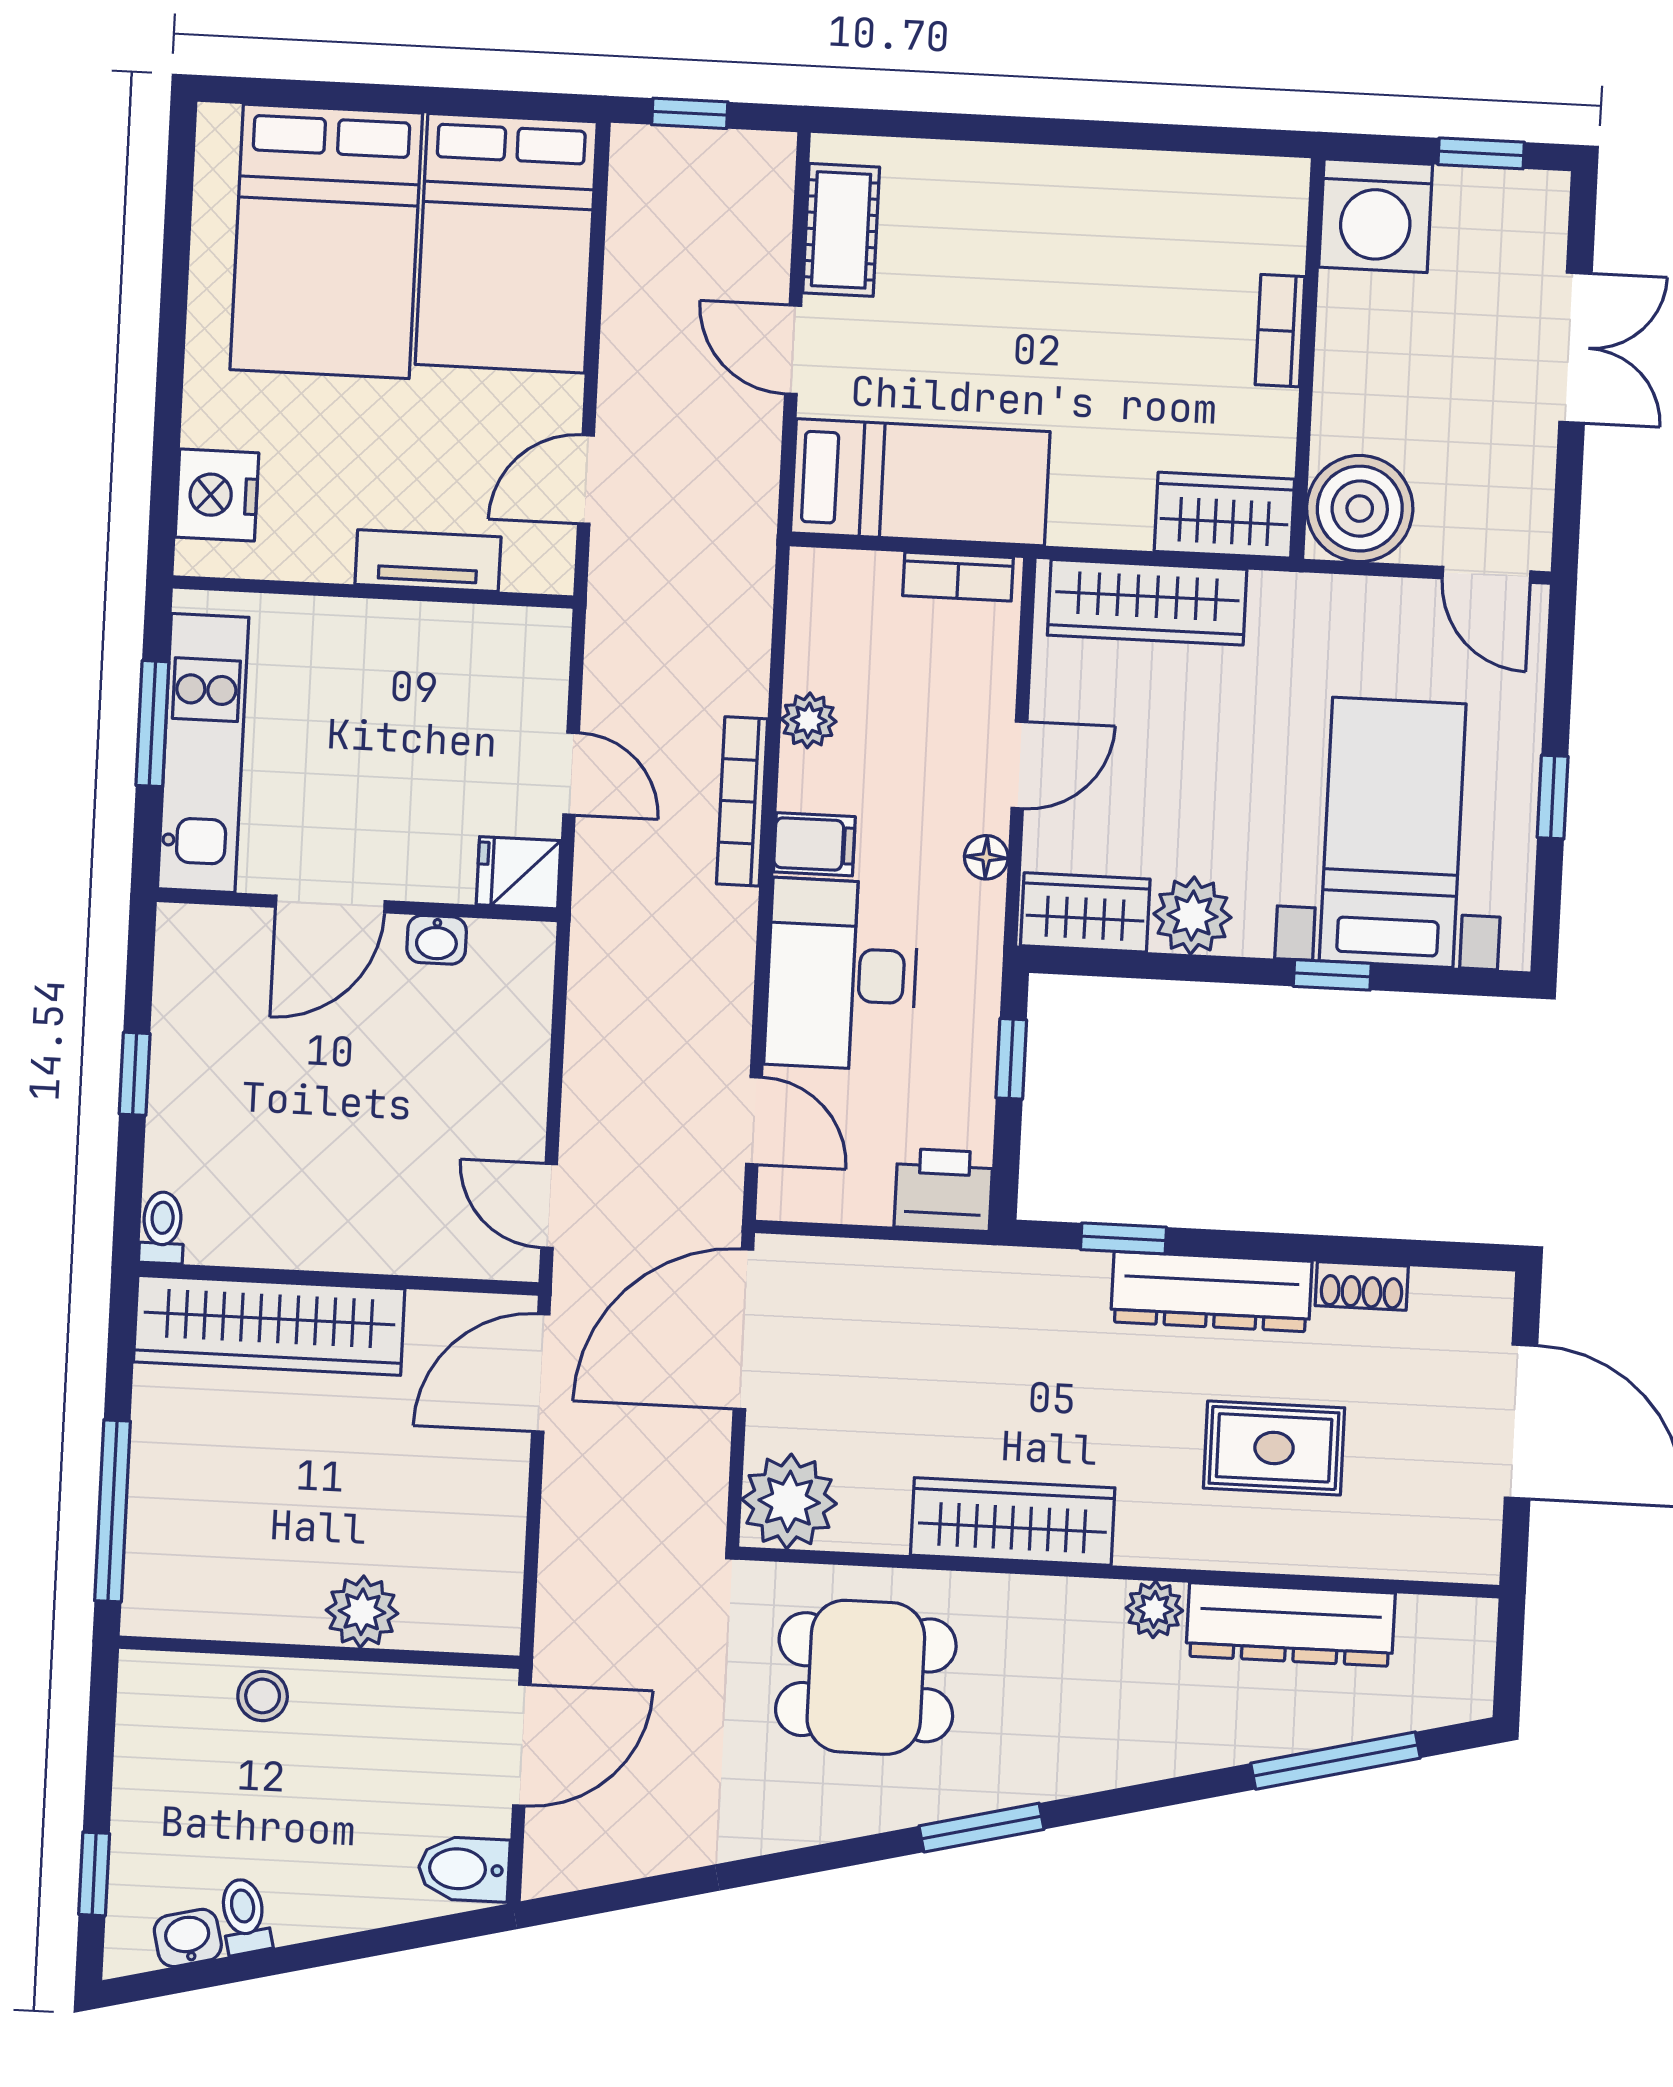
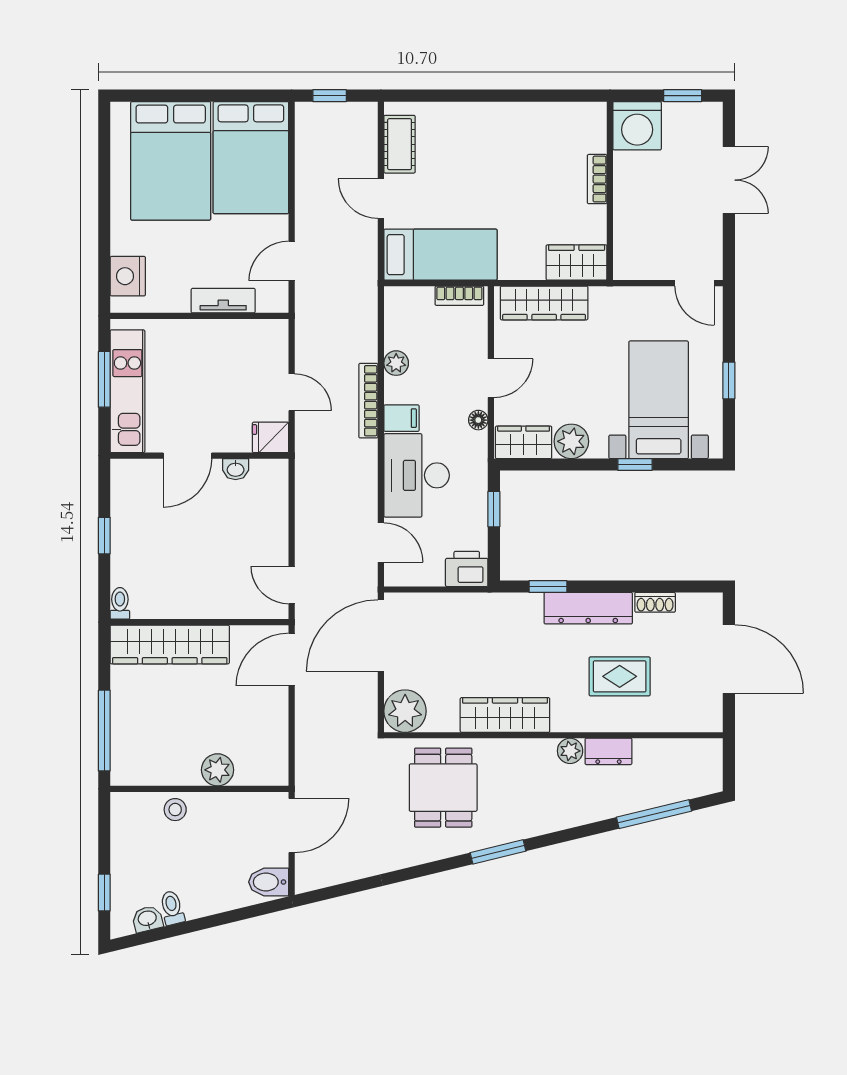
boiler: (1360, 509) -> (637, 256), removed
dresser: (1291, 1625) -> (608, 751), width x0.51, depth x0.80
dining table: (866, 1677) -> (443, 788), turned 90

